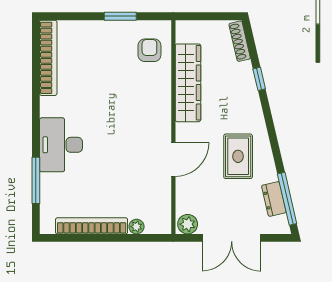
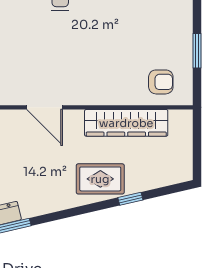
shoe rack: (240, 41) -> (170, 178), removed
rug: (238, 156) -> (100, 179), moved

